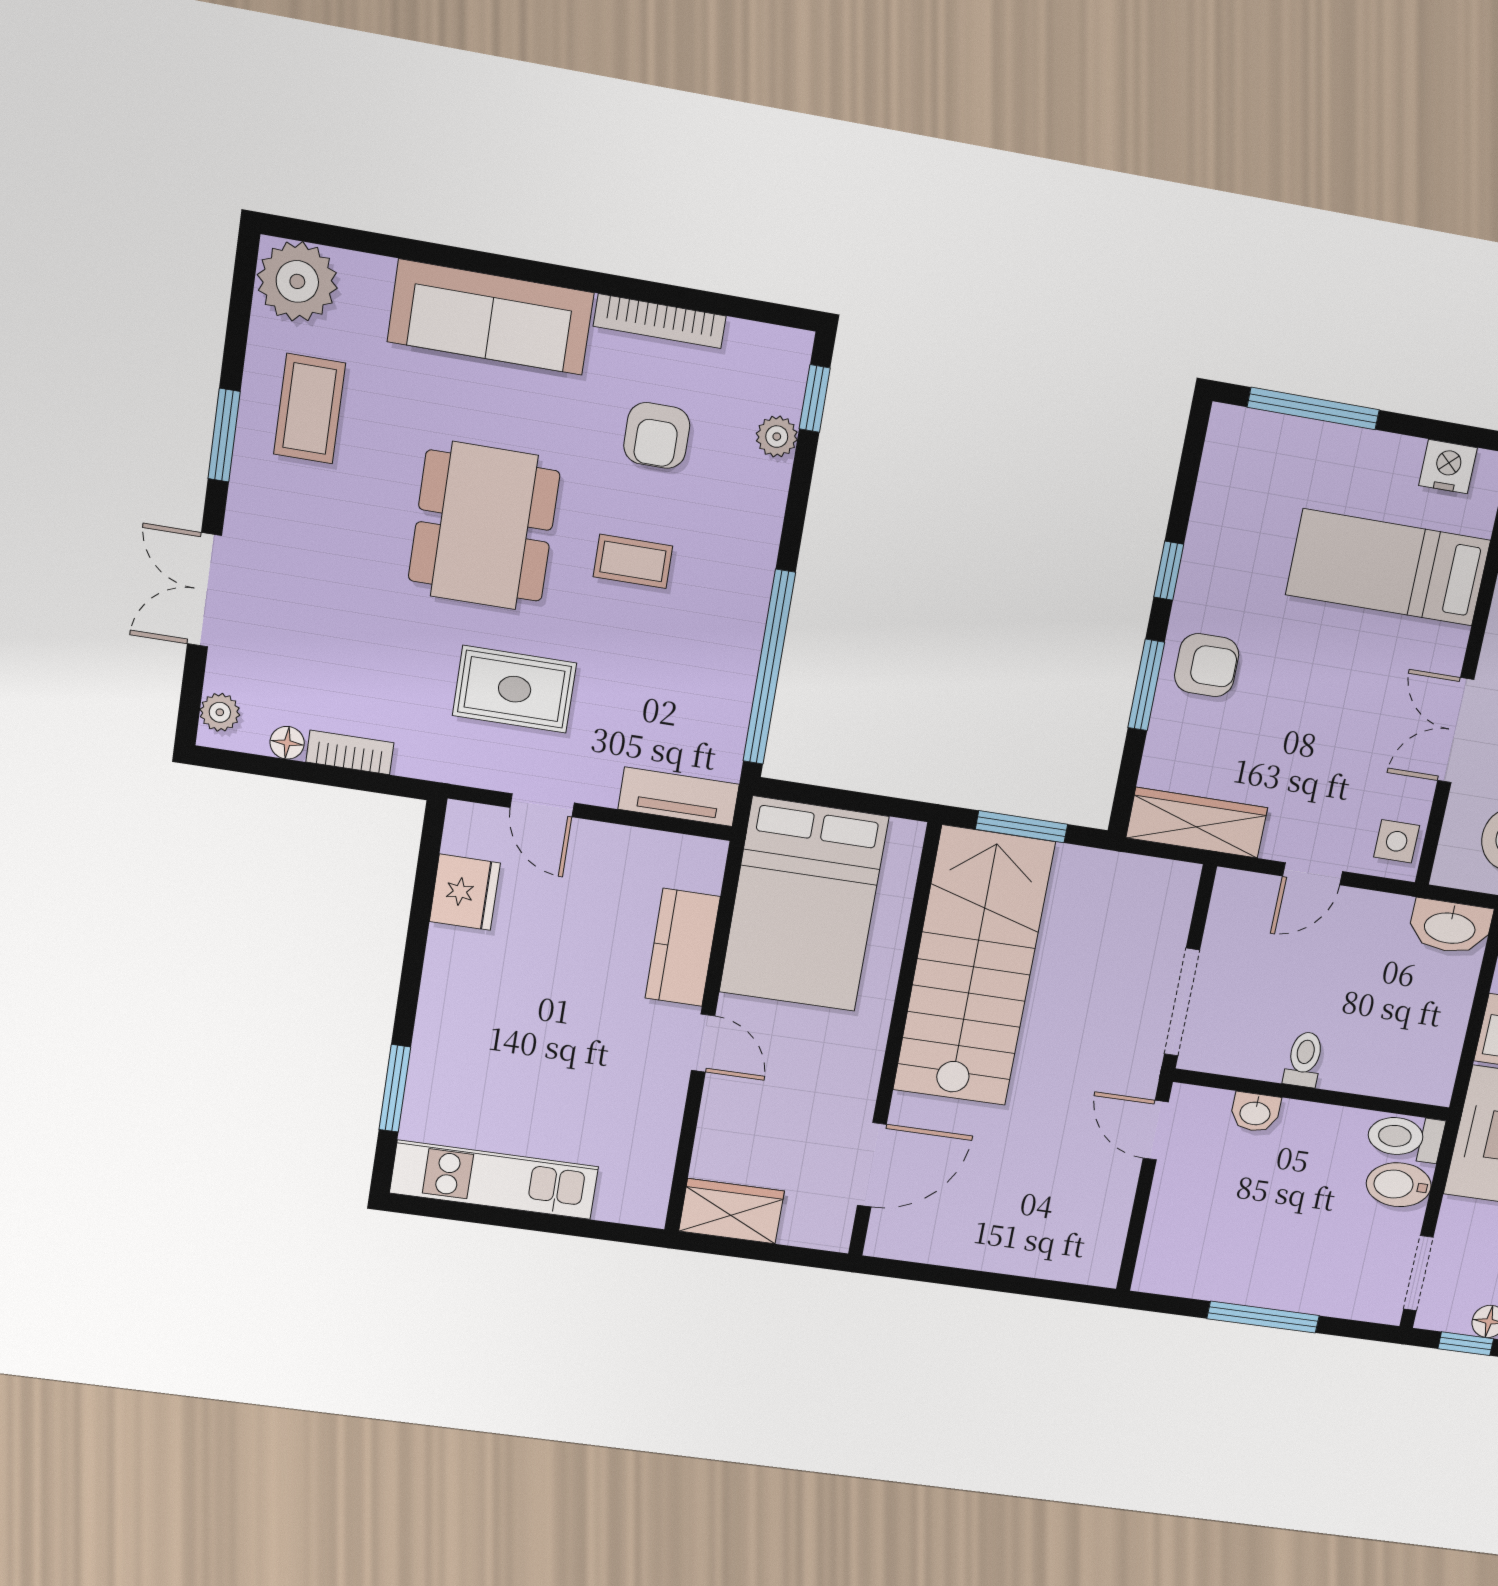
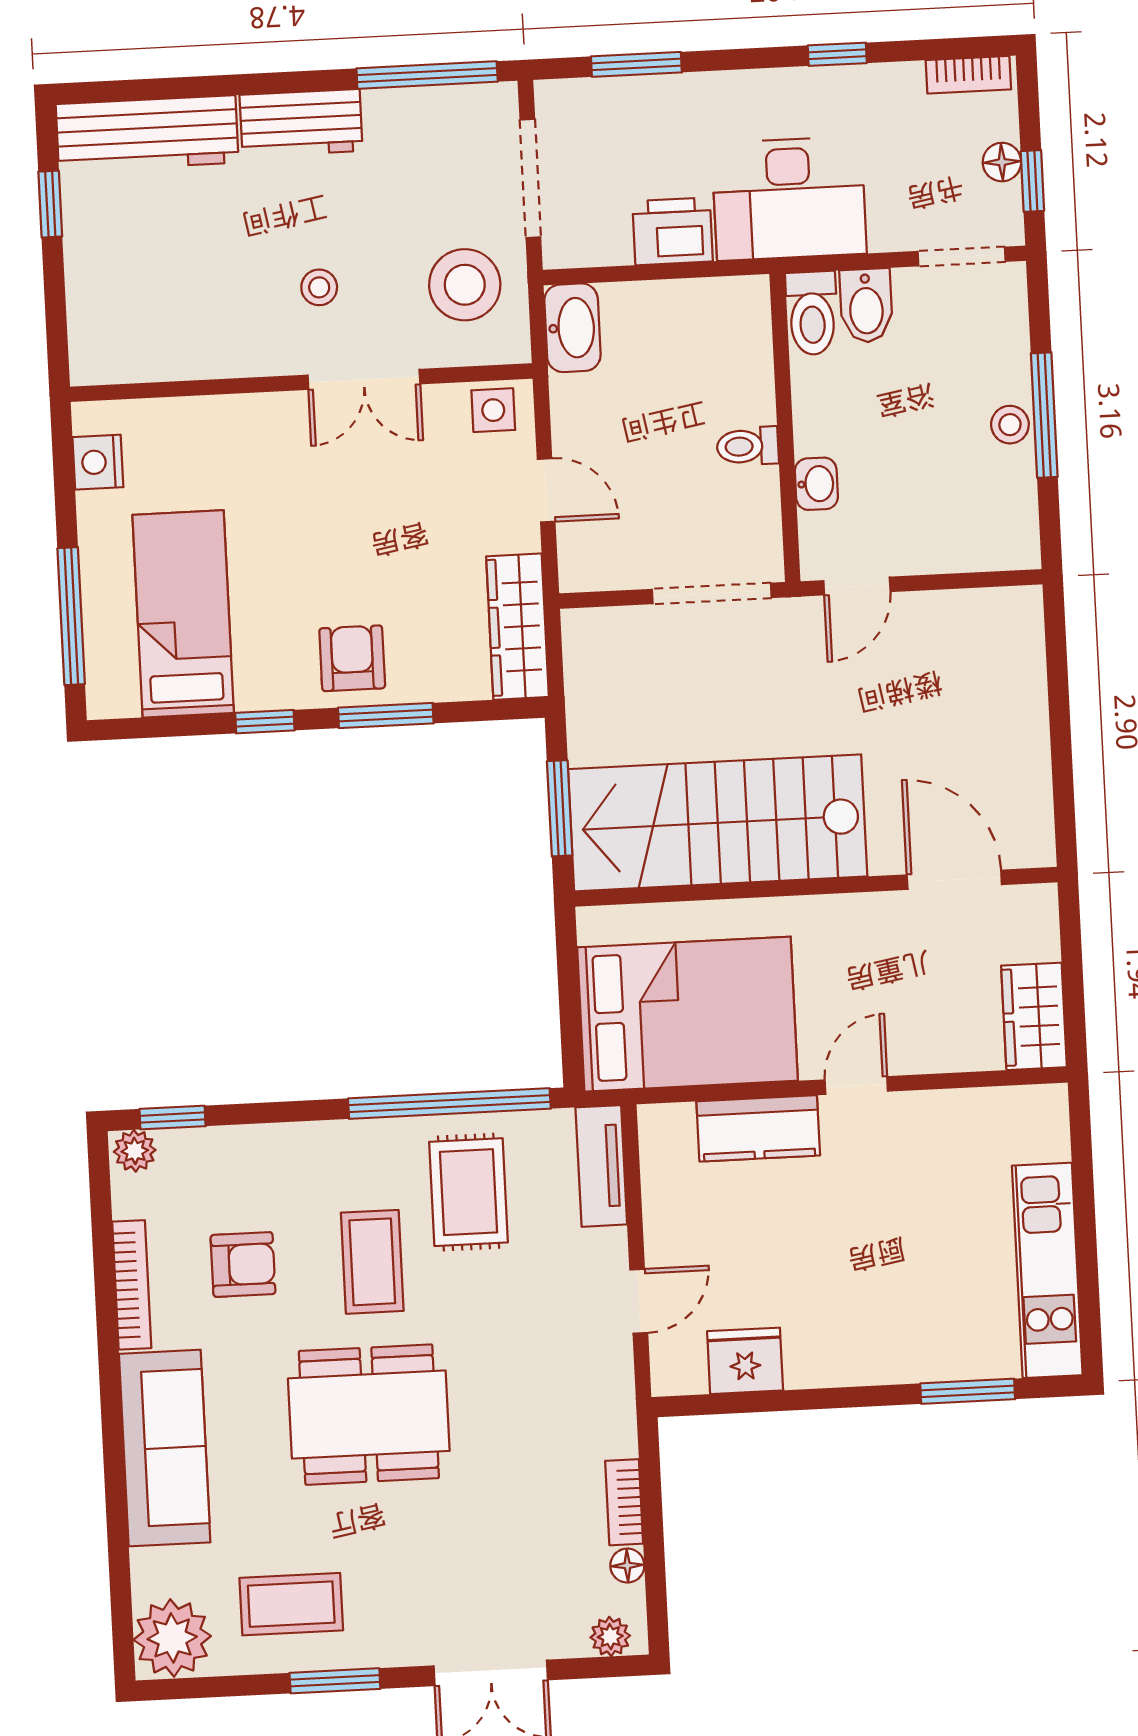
plant: (777, 437) -> (135, 1151), moved
coffee table: (633, 561) -> (372, 1262), width x1.36, depth x1.30
bed: (1388, 567) -> (183, 614), moved, turned 180
rug: (515, 689) -> (469, 1192), moved
stool: (1263, 1287) -> (1010, 425), added

